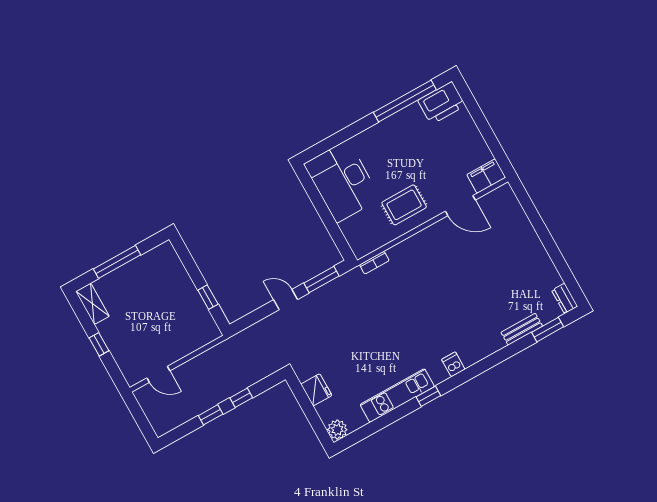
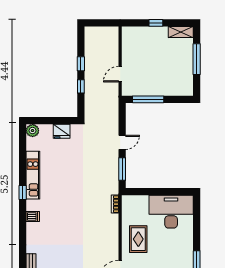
window: (208, 297) -> (148, 99), width x2.17
door: (158, 374) -> (120, 74), moved

